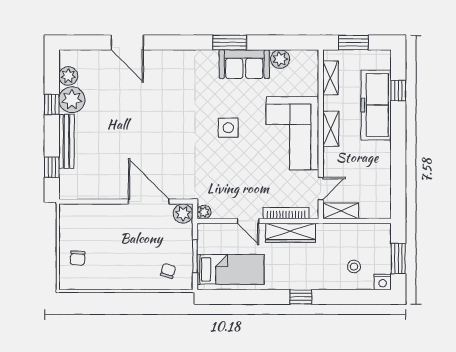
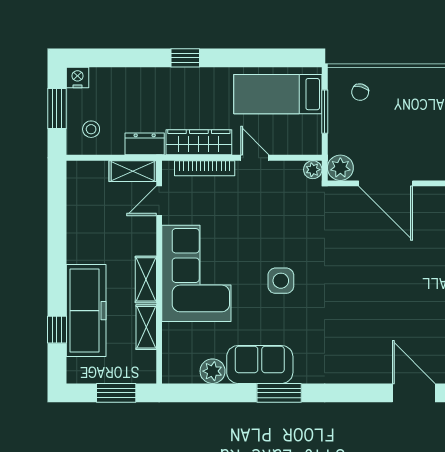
shelving: (330, 78) -> (146, 327), moved
dresser: (332, 232) -> (145, 144), added
stool: (354, 267) -> (91, 129), moved

